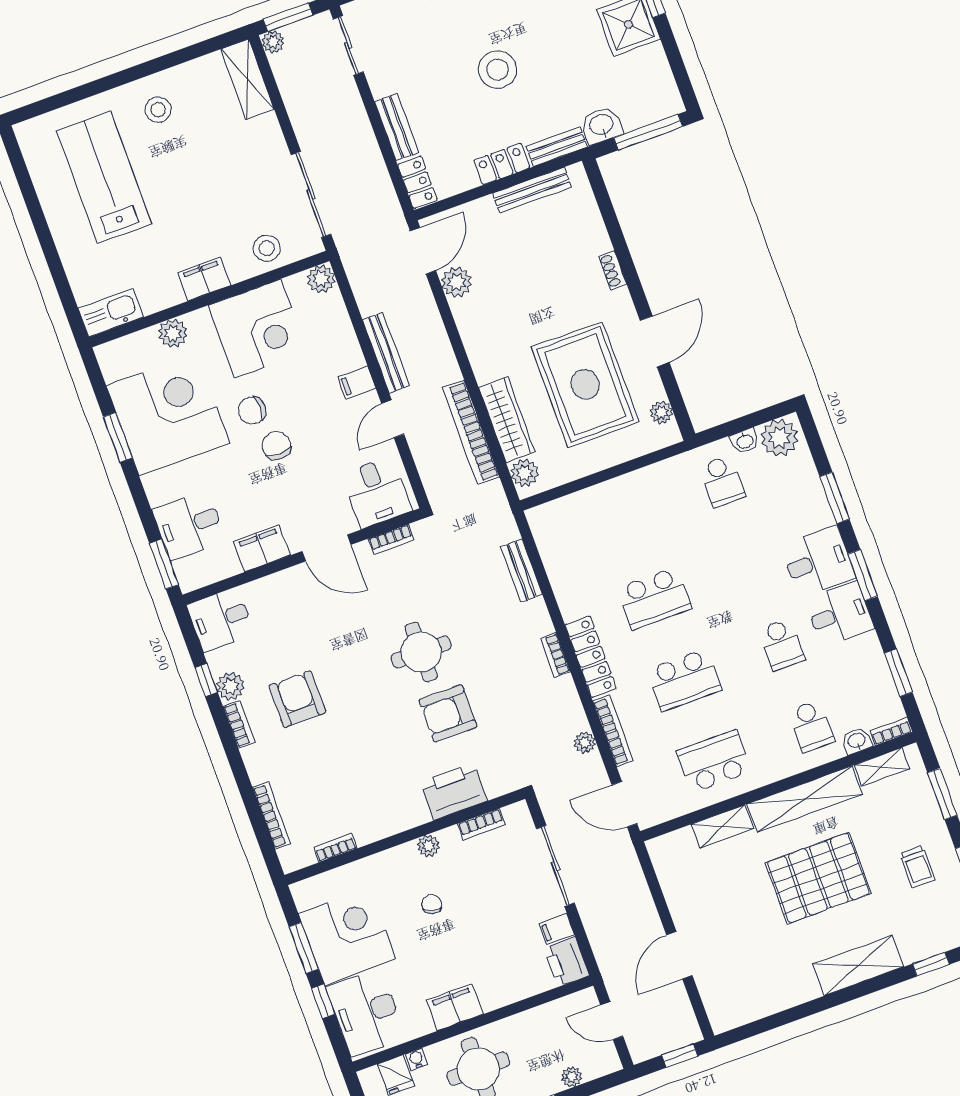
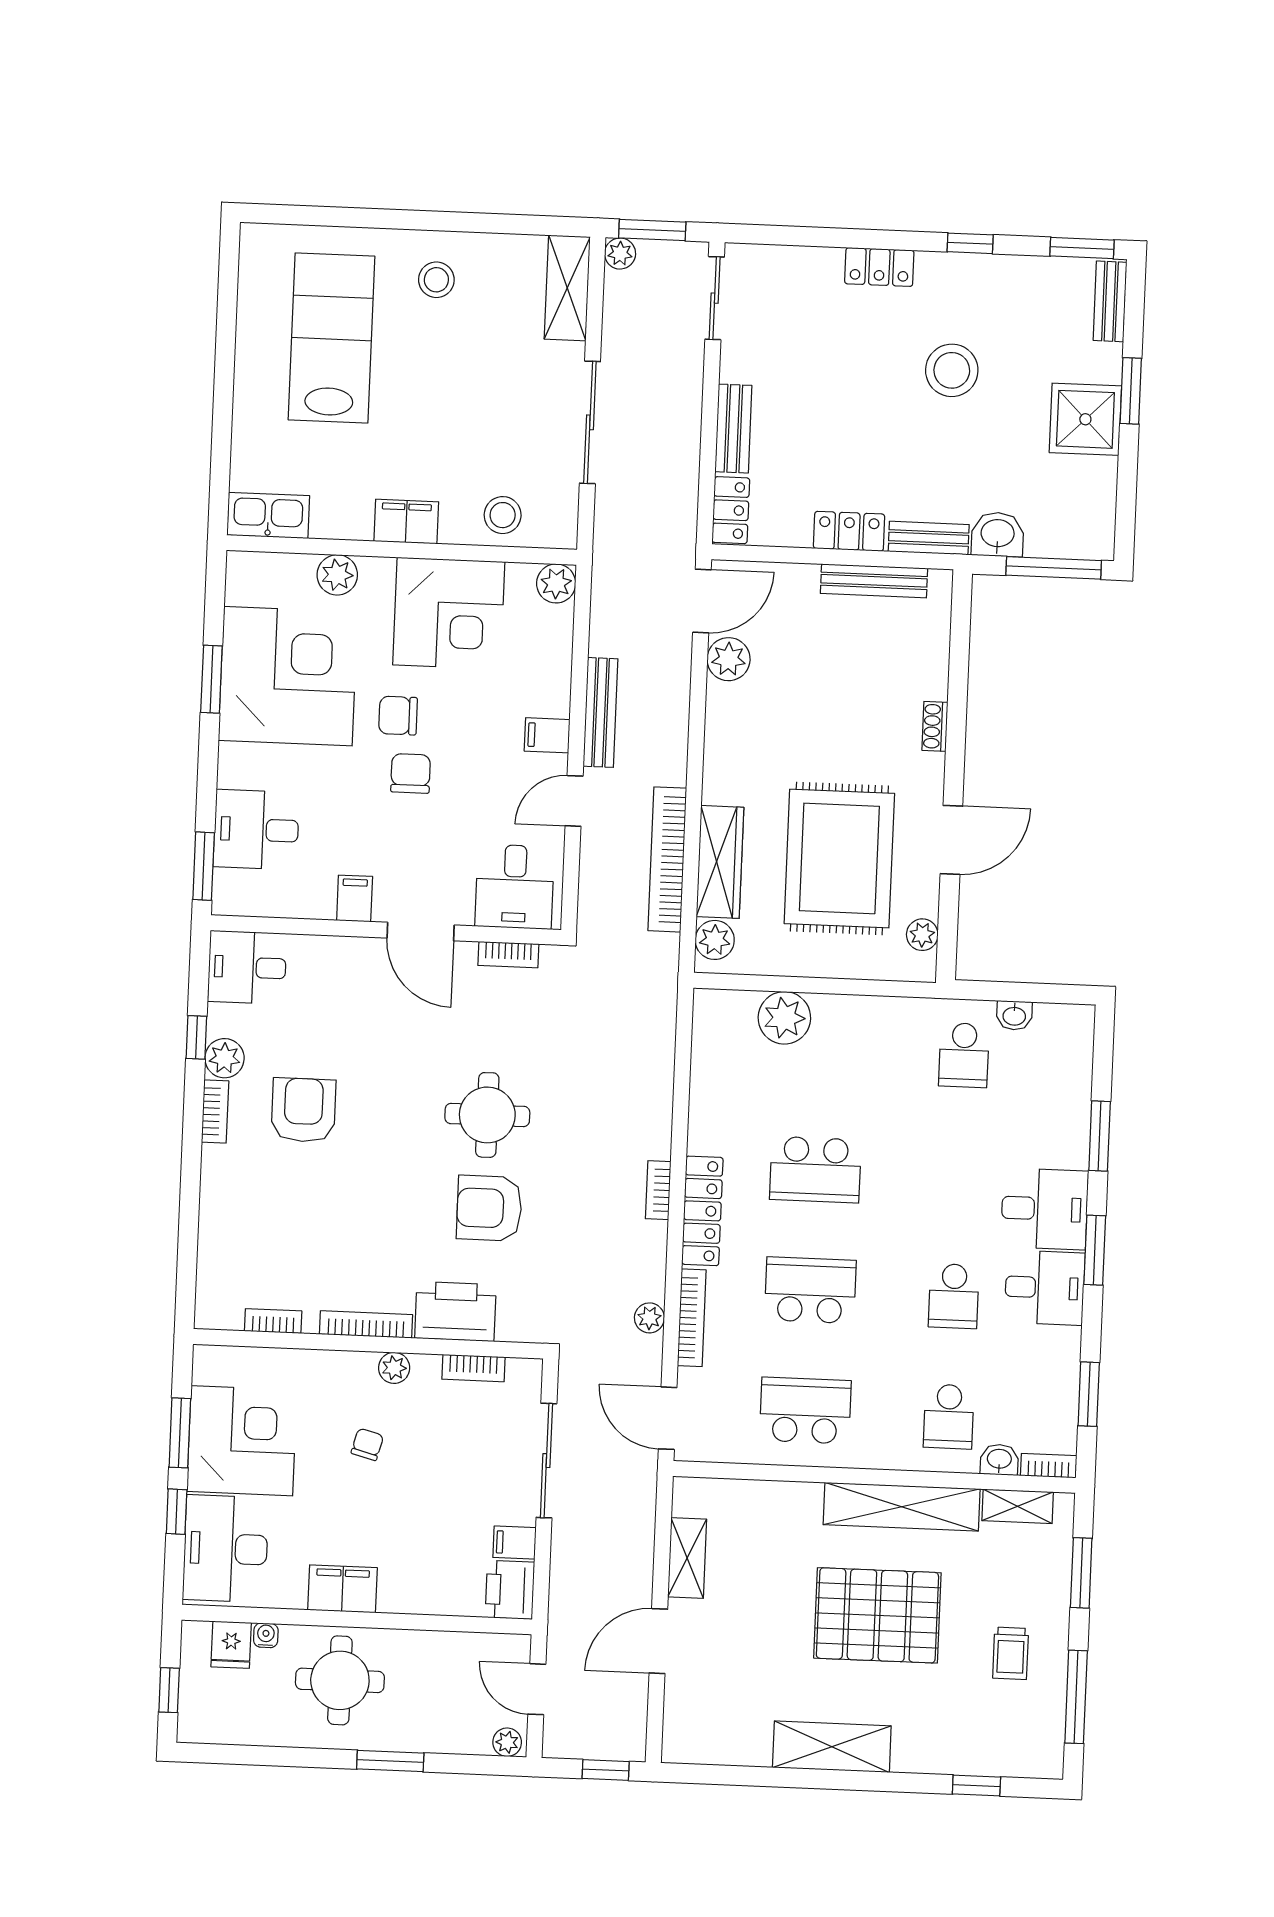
stool: (497, 70) -> (952, 370), moved
sliding door: (311, 194) -> (590, 422), moved
plant: (779, 438) -> (784, 1018), moved
filing cabinet: (262, 548) -> (355, 898), width x0.50
bench: (522, 570) -> (659, 1063), removed
school desk: (684, 680) -> (810, 1290), turned 180
bookcase: (272, 816) -> (366, 1324), moved, turned -90
shelving: (722, 826) -> (687, 1558), moved, turned 90
shelving: (858, 966) -> (832, 1747), moved
plant: (572, 1077) -> (507, 1742), moved

